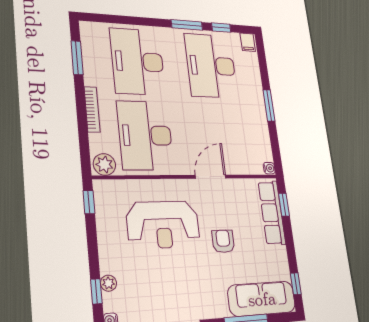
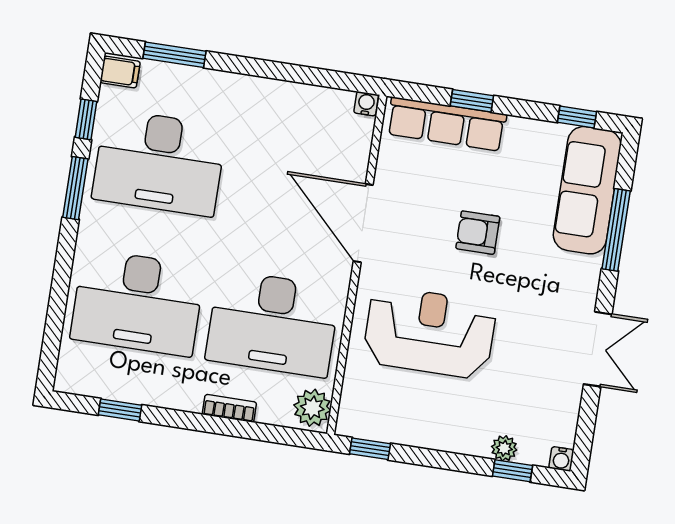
window: (77, 58) -> (120, 410), width x0.67
window: (269, 105) -> (174, 55), moved
bookcase: (92, 109) -> (229, 408), width x0.64
door: (211, 177) -> (363, 223), width x1.36
window: (284, 205) -> (472, 101), moved
reception desk: (163, 225) -> (430, 332), turned -90

